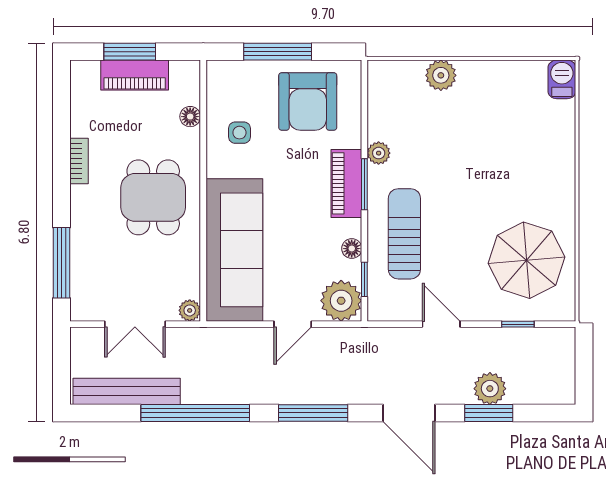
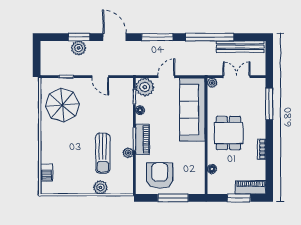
piano: (135, 75) -> (250, 187), moved
barbecue: (562, 79) -> (47, 172), moved
side table: (239, 133) -> (190, 162), removed
sun lounger: (404, 234) -> (103, 153), moved

